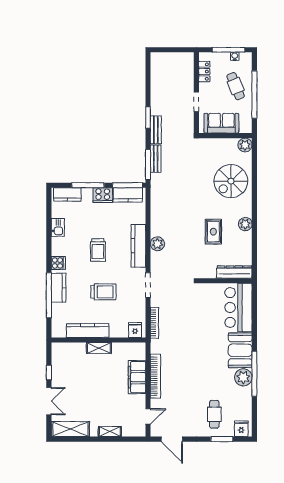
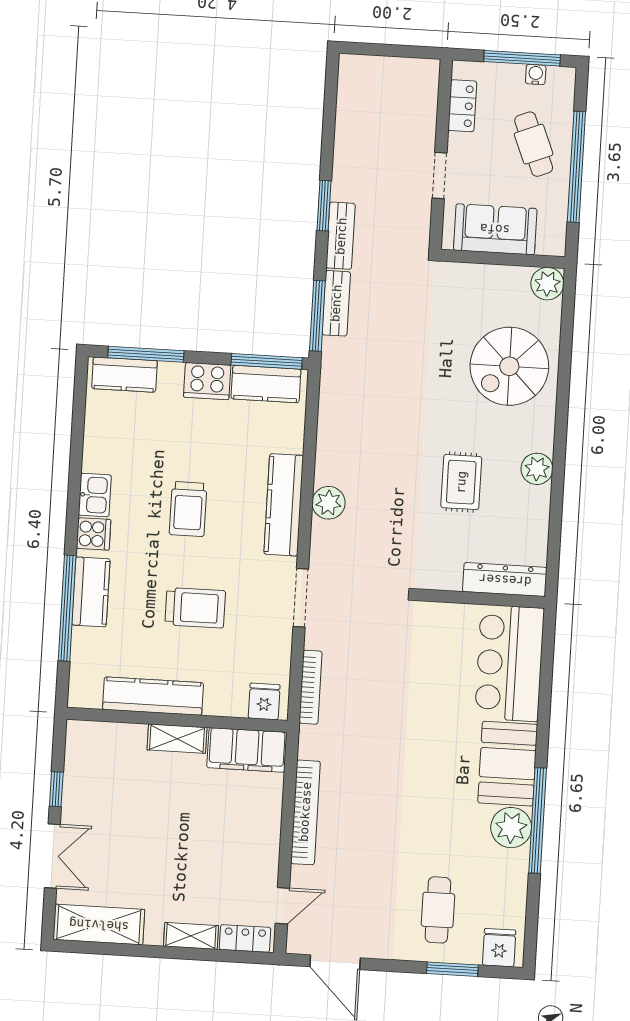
window: (88, 185) -> (146, 354), moved
kitchen sink: (58, 227) -> (95, 495), moved
filing cabinet: (137, 377) -> (247, 750), moved, turned -90
locker: (133, 431) -> (245, 938), added

